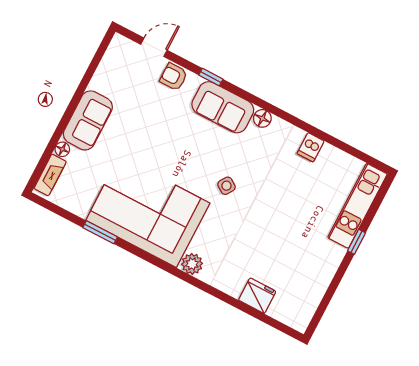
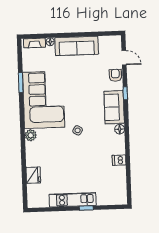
sofa: (88, 120) -> (77, 46), width x1.36
kitchen unit: (358, 206) -> (73, 200), moved

